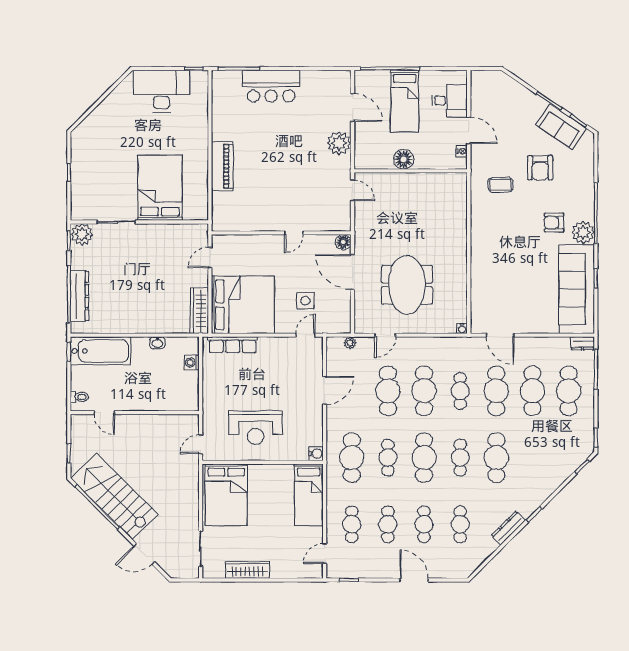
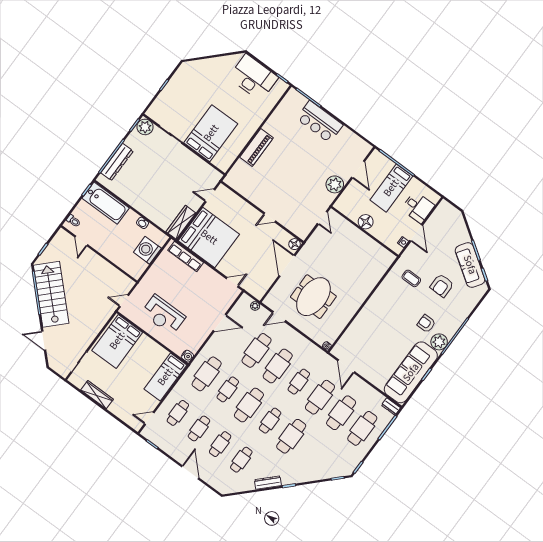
sofa: (561, 127) -> (470, 265), width x1.36
side table: (305, 301) -> (247, 262), removed
washing machine: (192, 363) -> (147, 250), width x1.89, depth x1.89

